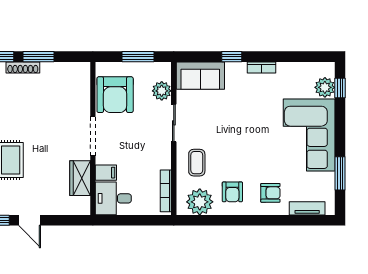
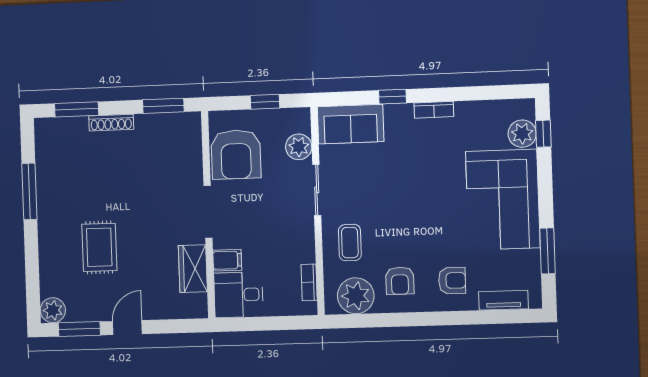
window: (39, 57) -> (163, 106), moved
window: (138, 57) -> (265, 102), width x0.67
bookcase: (166, 191) -> (309, 282), width x0.64
door: (30, 220) -> (127, 328), swing flipped

